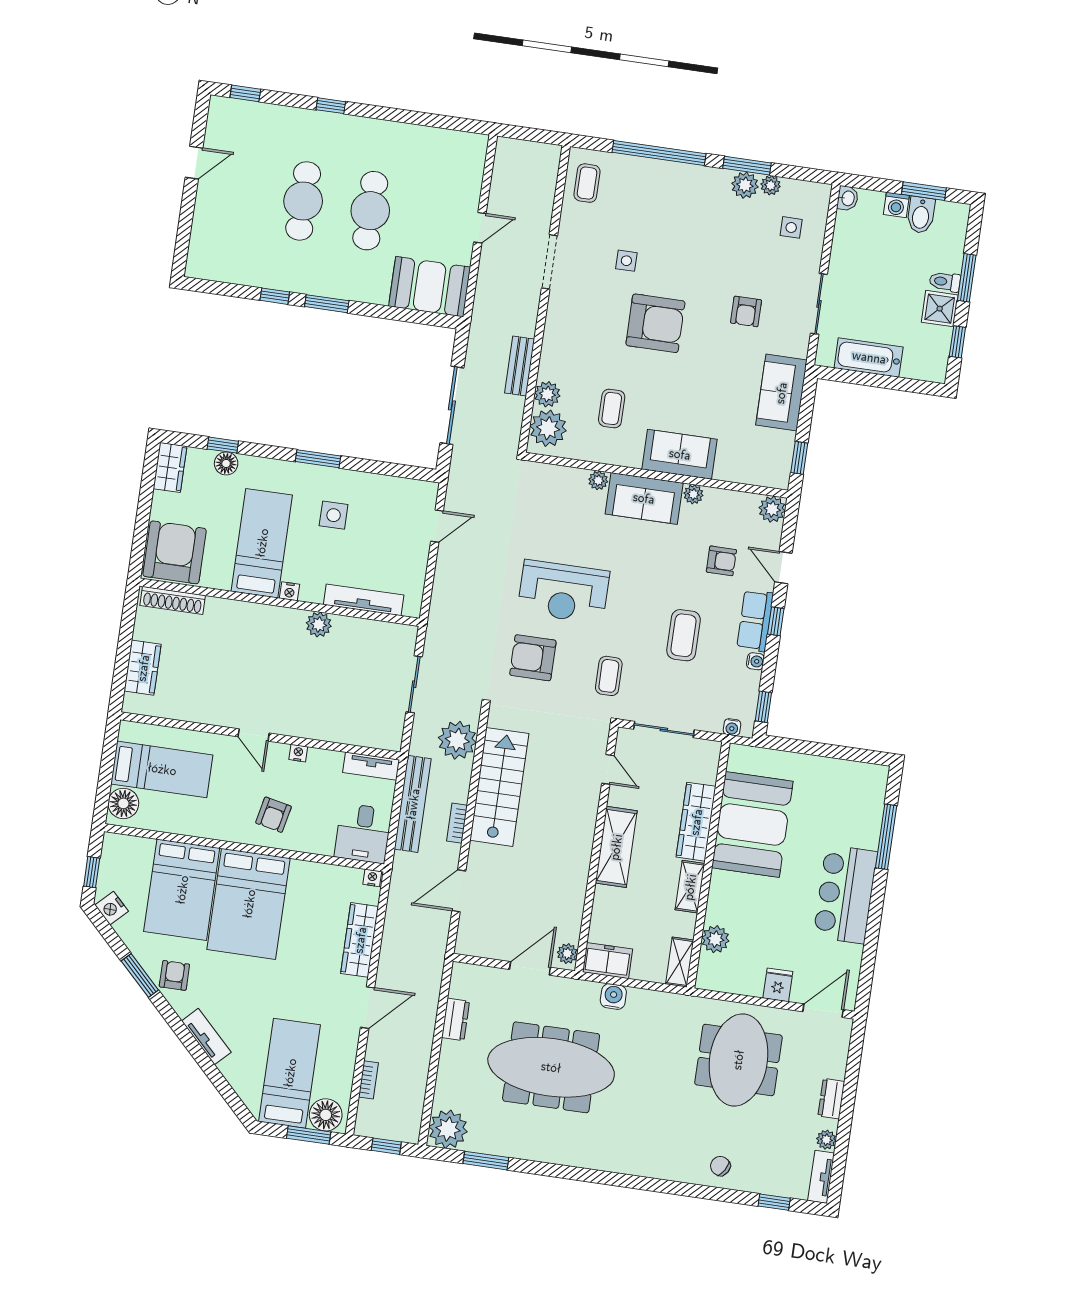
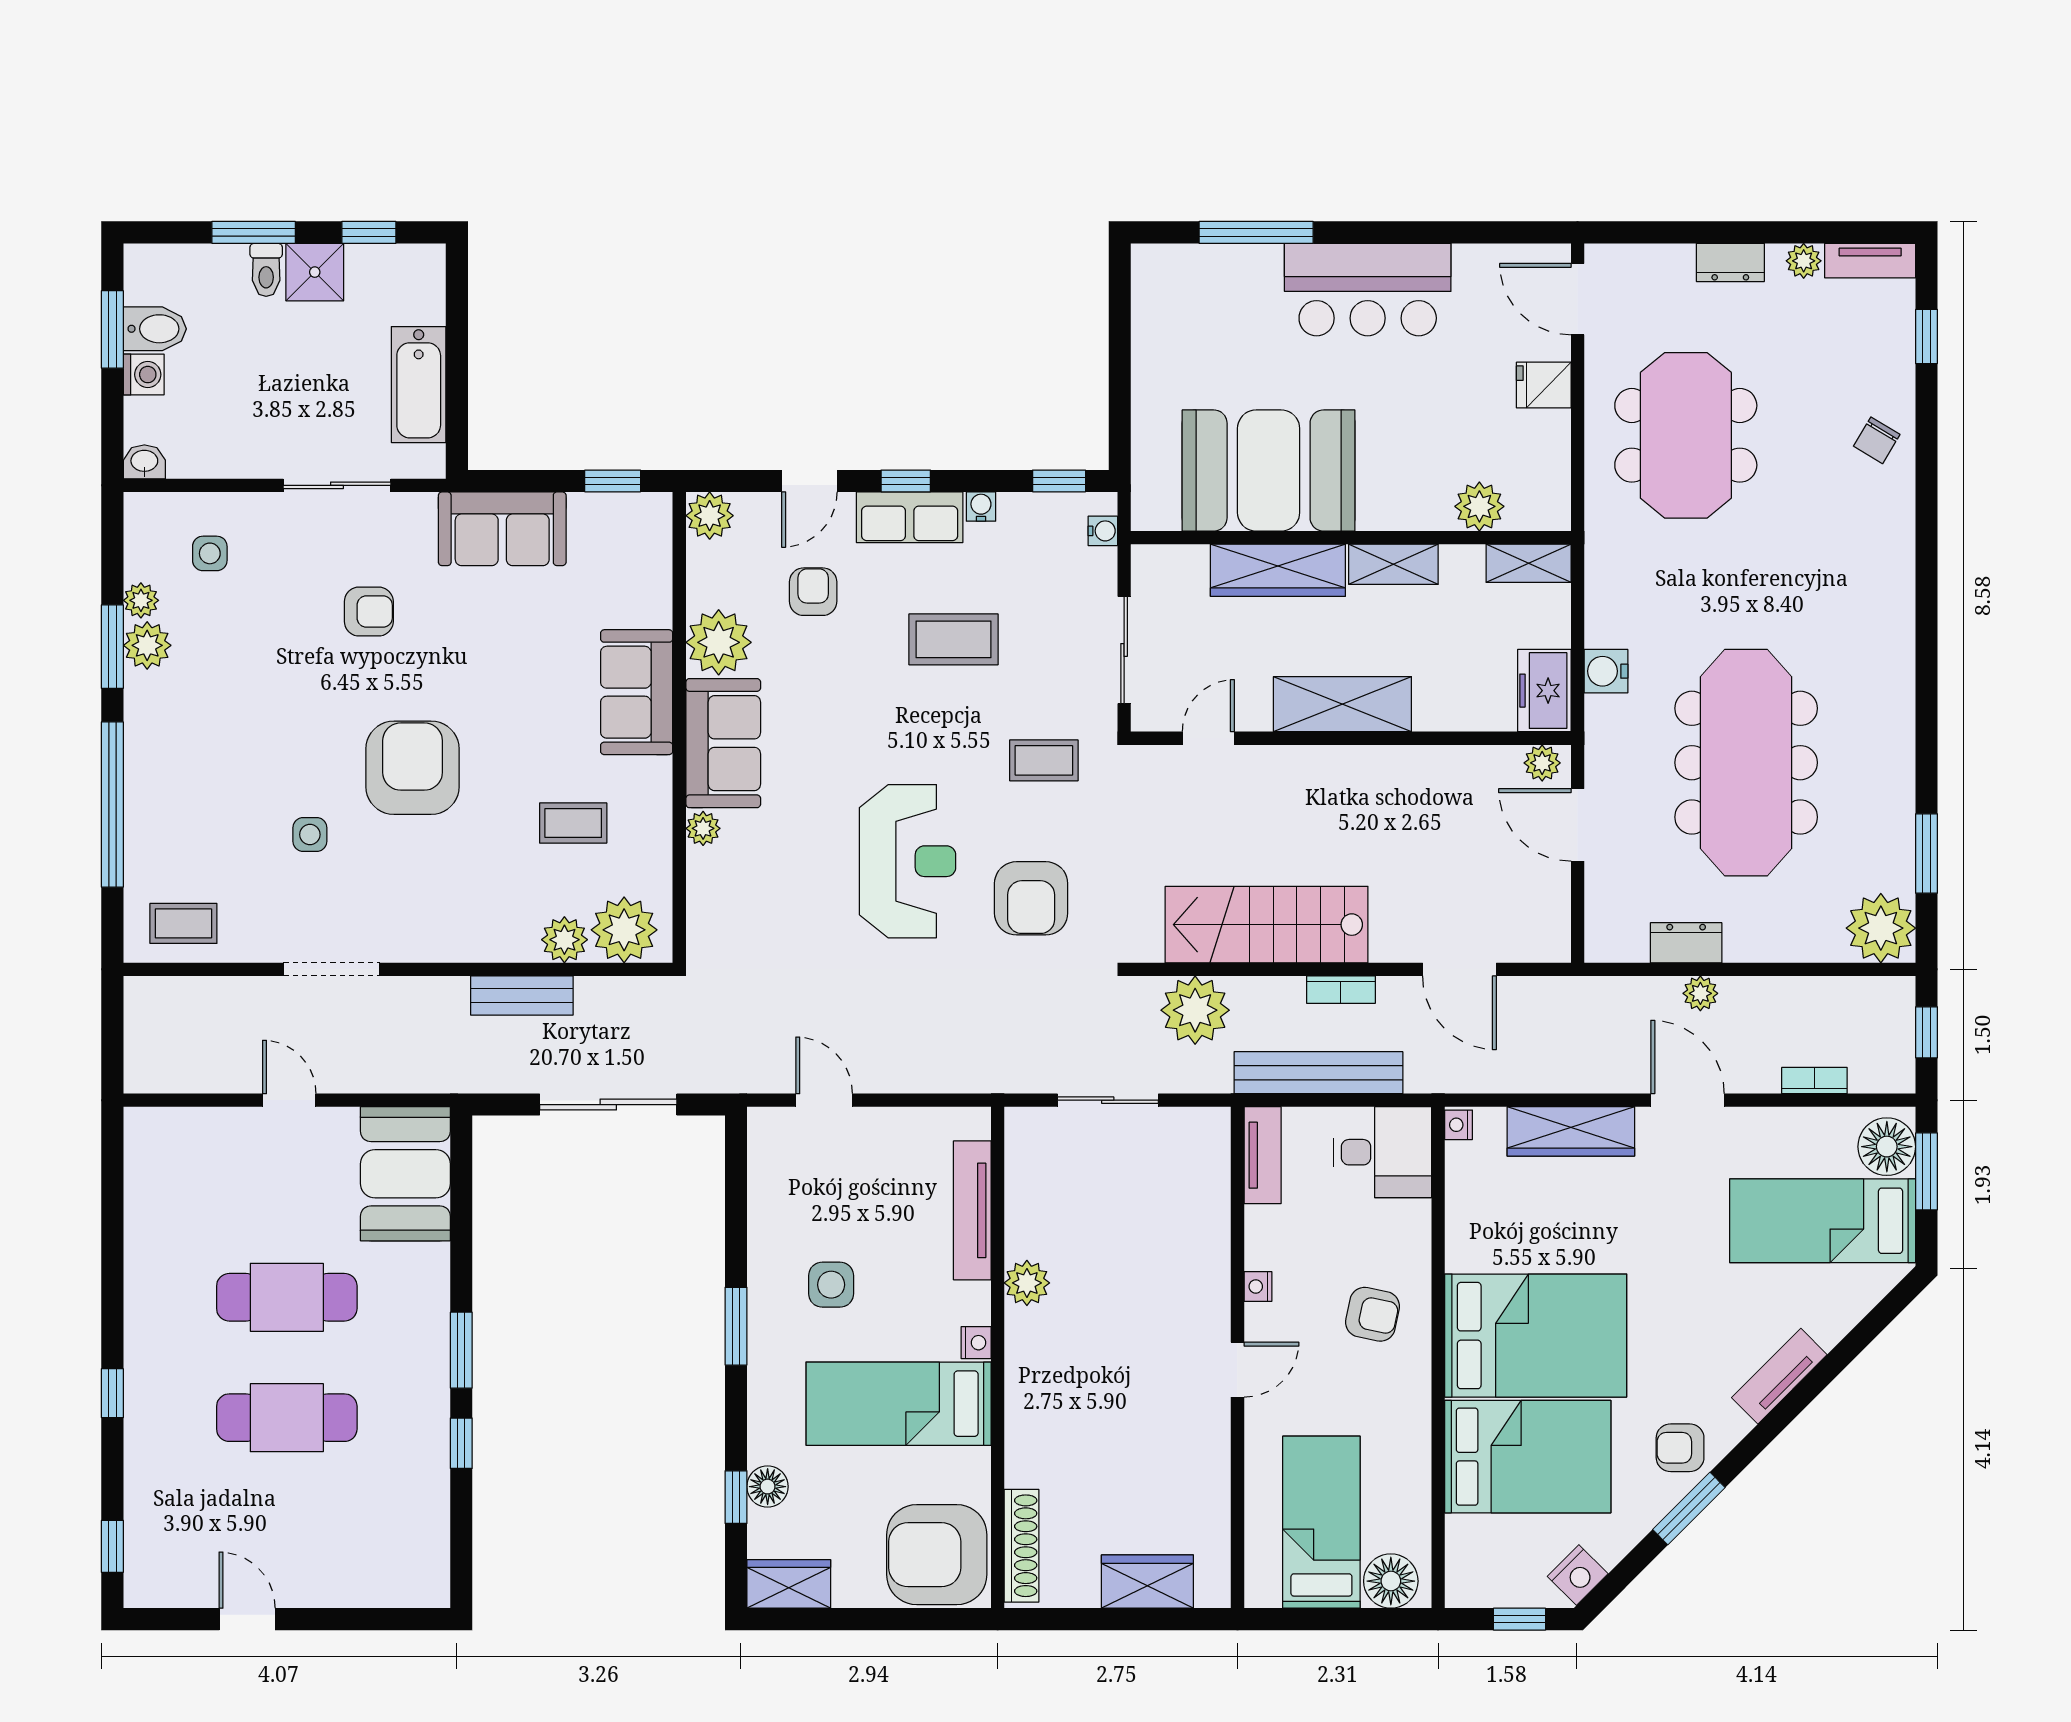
plant: (693, 494) -> (719, 642), width x1.88, depth x1.88
plant: (426, 1023) -> (1700, 993), added
meeting table: (738, 1060) -> (1686, 435), turned 90

